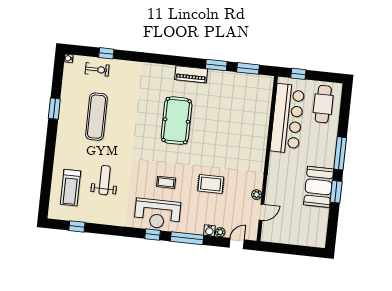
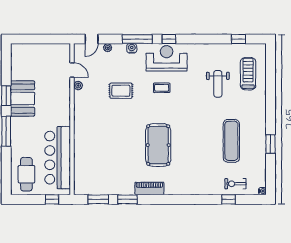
door: (262, 212) -> (72, 70), swing flipped
water cooler: (209, 230) -> (132, 48), moved

